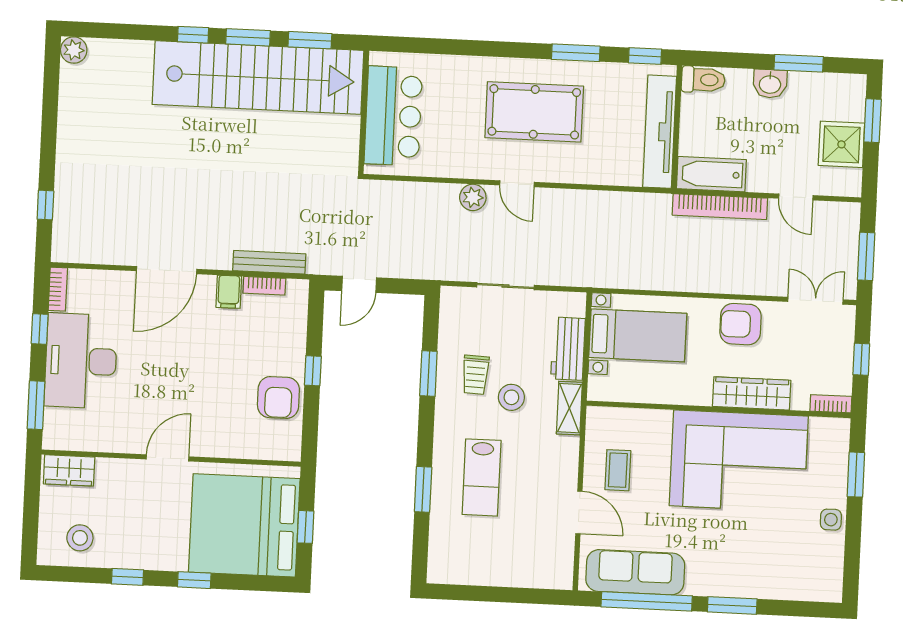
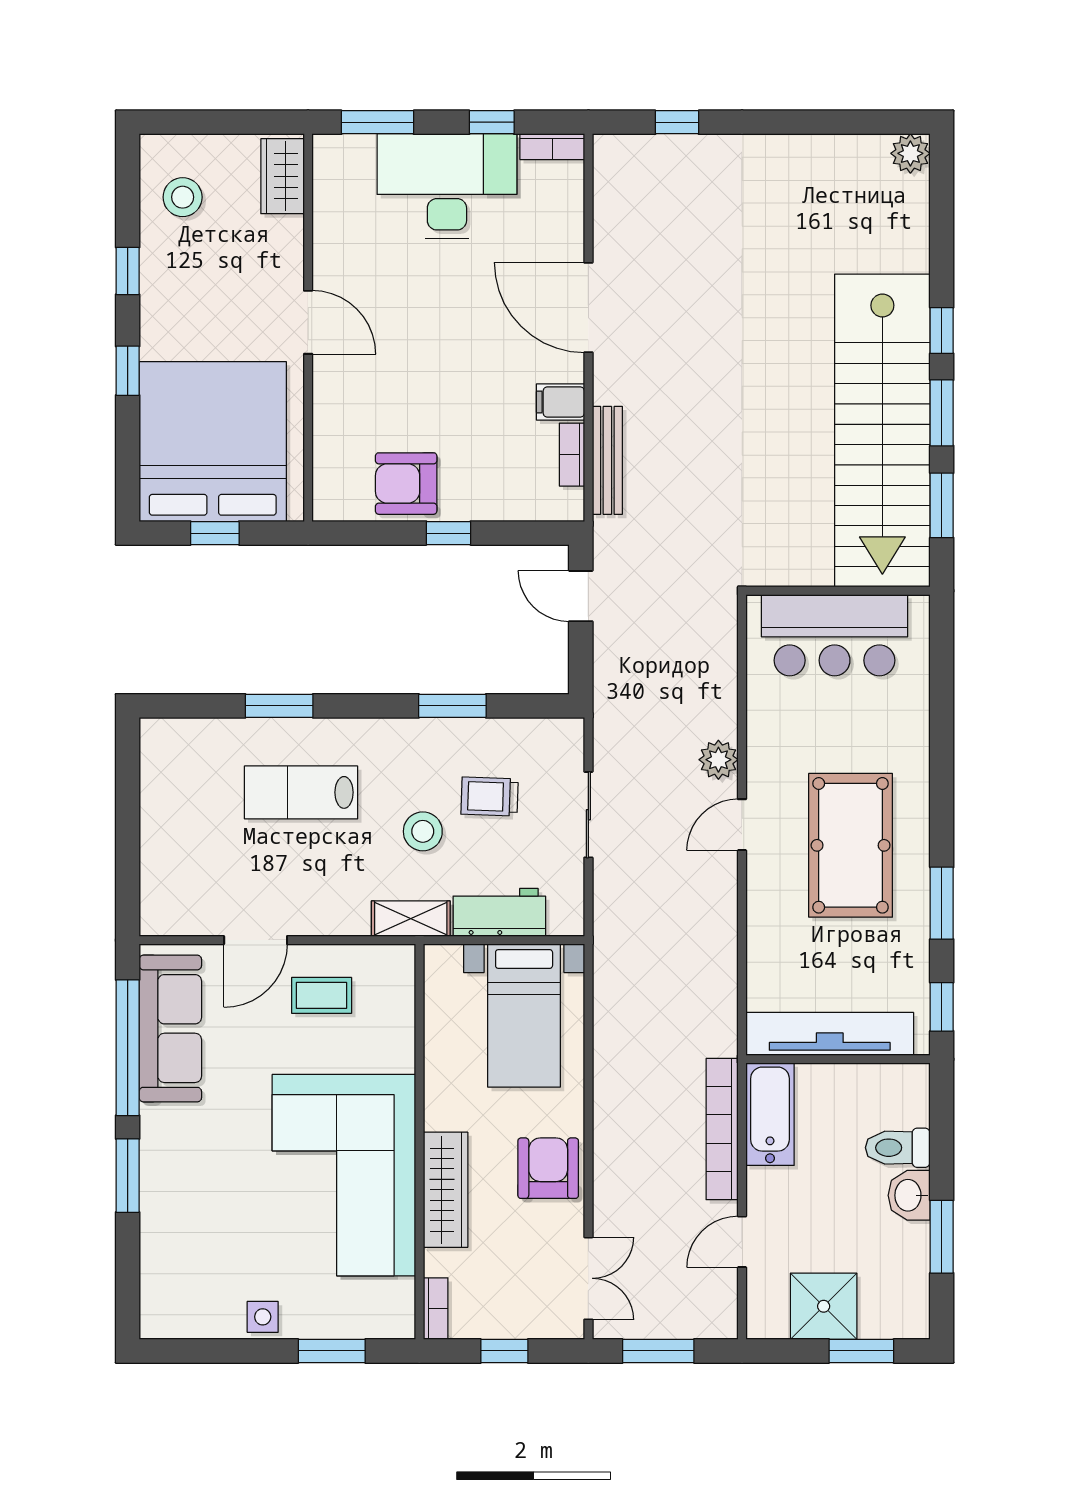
toilet: (703, 80) -> (898, 1148), moved, turned 90
trolley: (475, 375) -> (490, 797), moved

